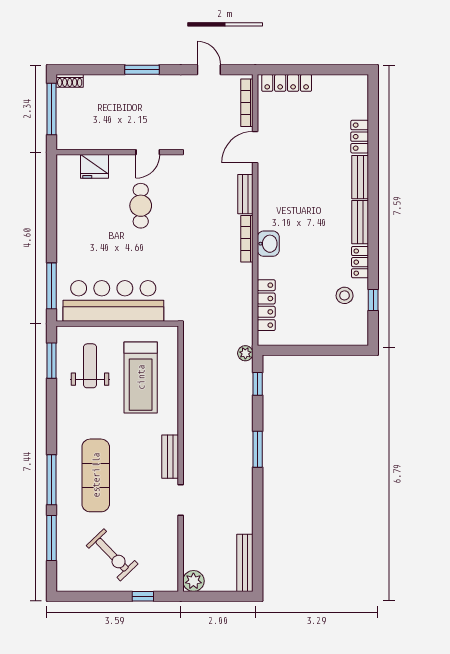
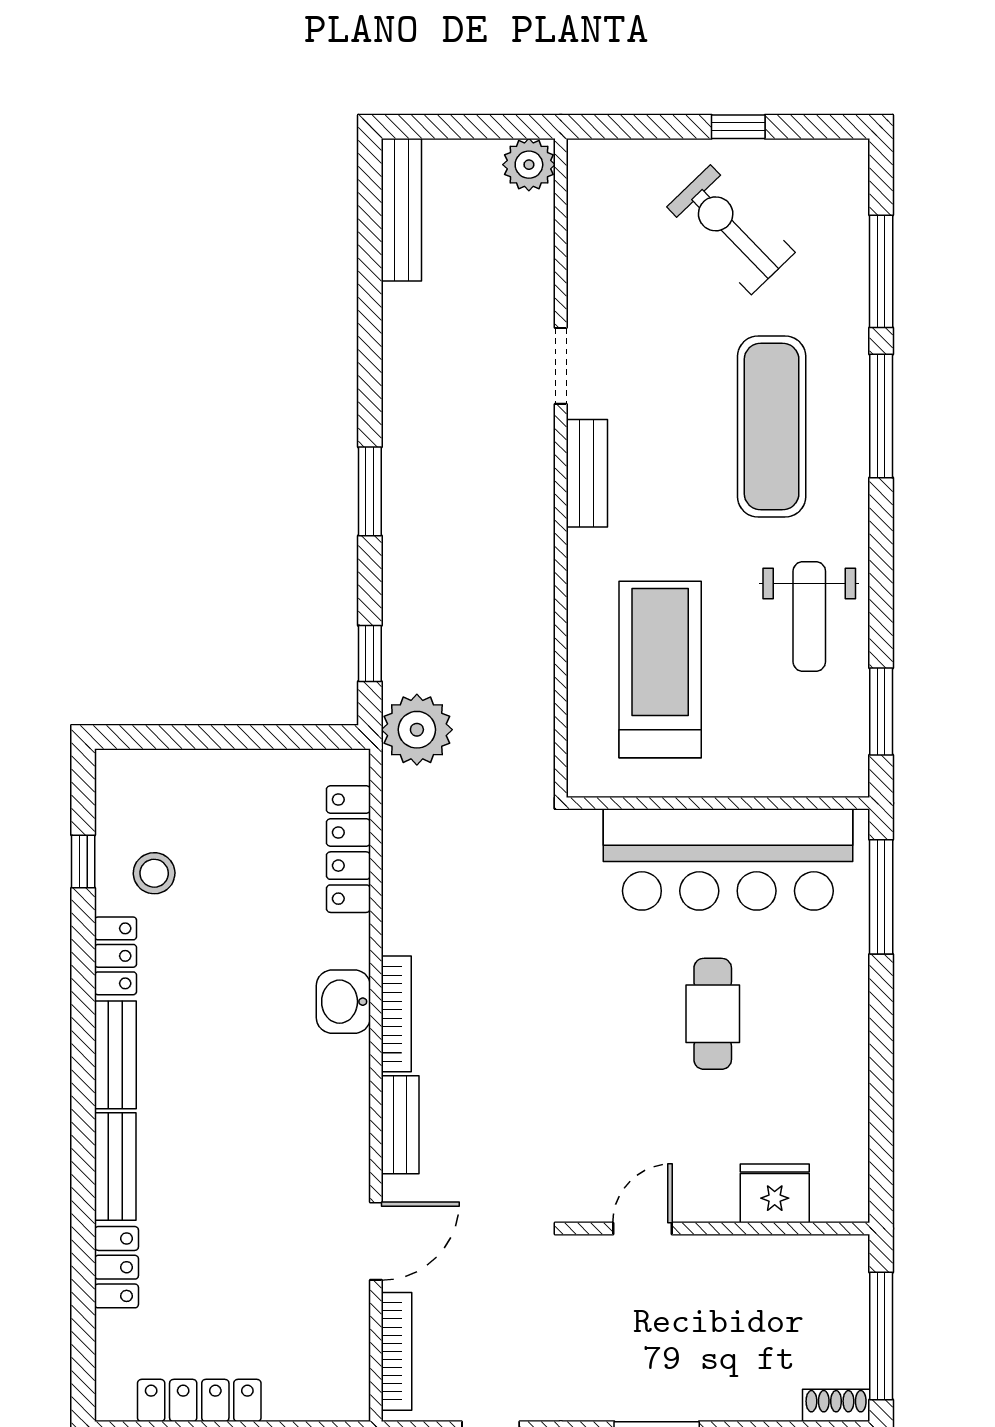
locker: (287, 83) -> (199, 1400), moved
cafe table: (141, 206) -> (713, 1014), moved
plant: (245, 353) -> (417, 730), width x1.88, depth x1.88
weight bench: (90, 366) -> (809, 616), moved
window: (143, 596) -> (738, 127), moved

